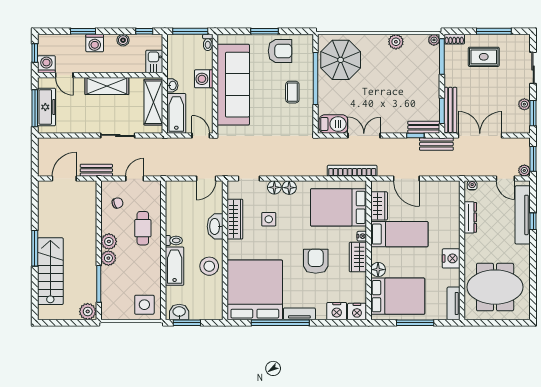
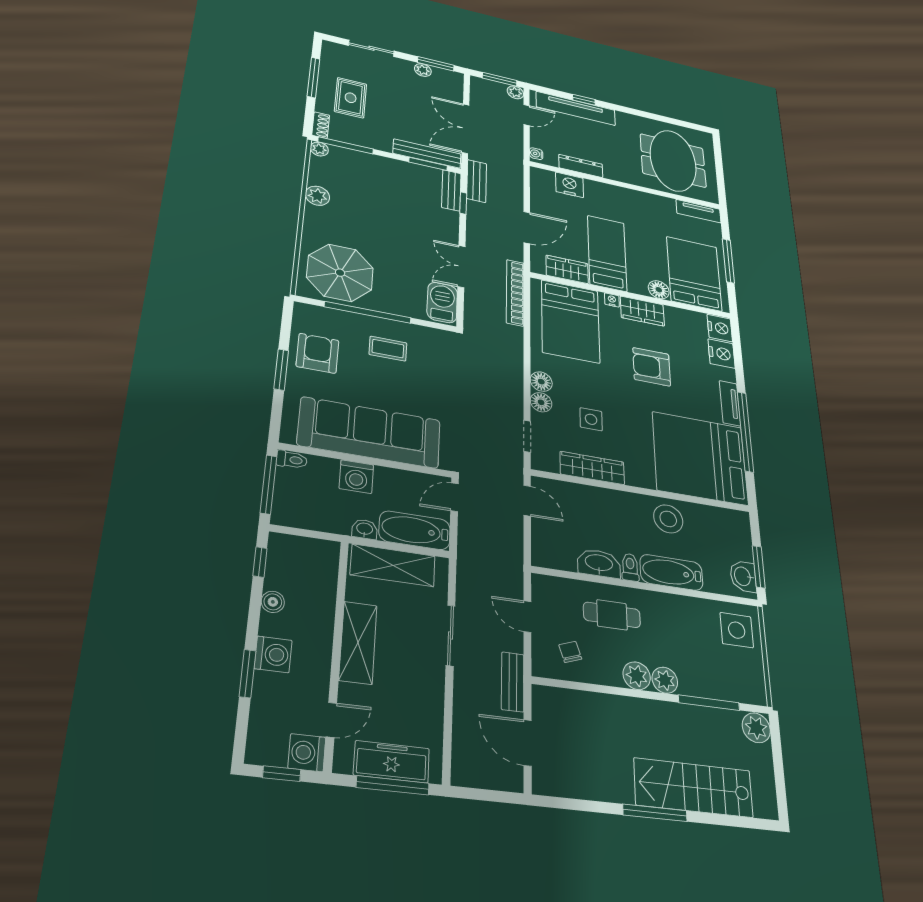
kitchen sink: (154, 61) -> (318, 553), removed
washbasin: (215, 226) -> (599, 563), moved, turned 180
nightstand: (451, 258) -> (570, 185), moved

